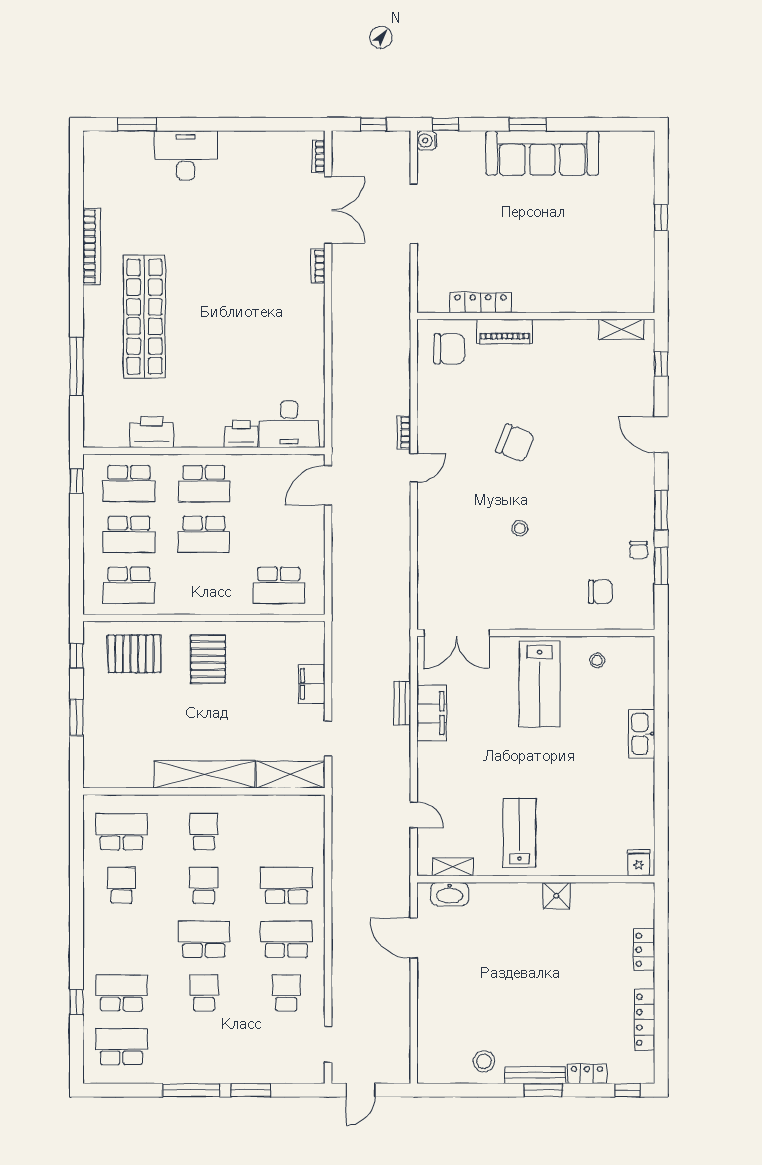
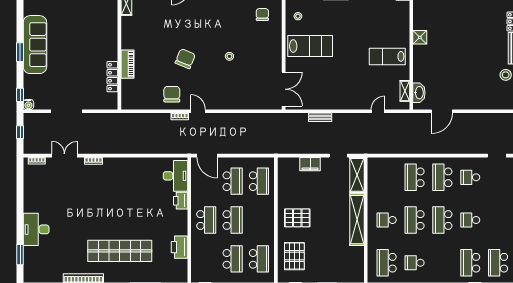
double door: (328, 210) -> (64, 156), width x0.73
chair: (449, 349) -> (172, 94), moved
school desk: (129, 484) -> (233, 181), moved
filing cabinet: (432, 713) -> (325, 102), removed
school desk: (204, 885) -> (415, 220), width x1.85

